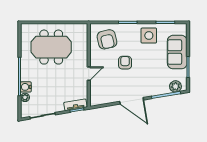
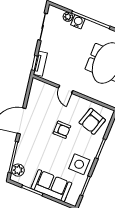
armchair: (107, 39) -> (92, 121), turned -60

